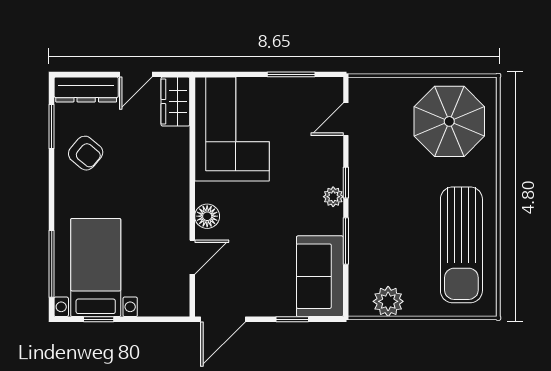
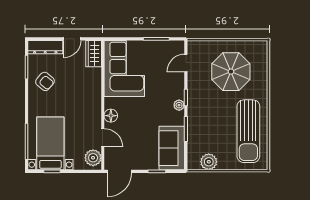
parasol: (449, 121) -> (231, 72), moved
door: (192, 257) -> (103, 138), hinge flipped
plant: (174, 294) -> (93, 158), added

